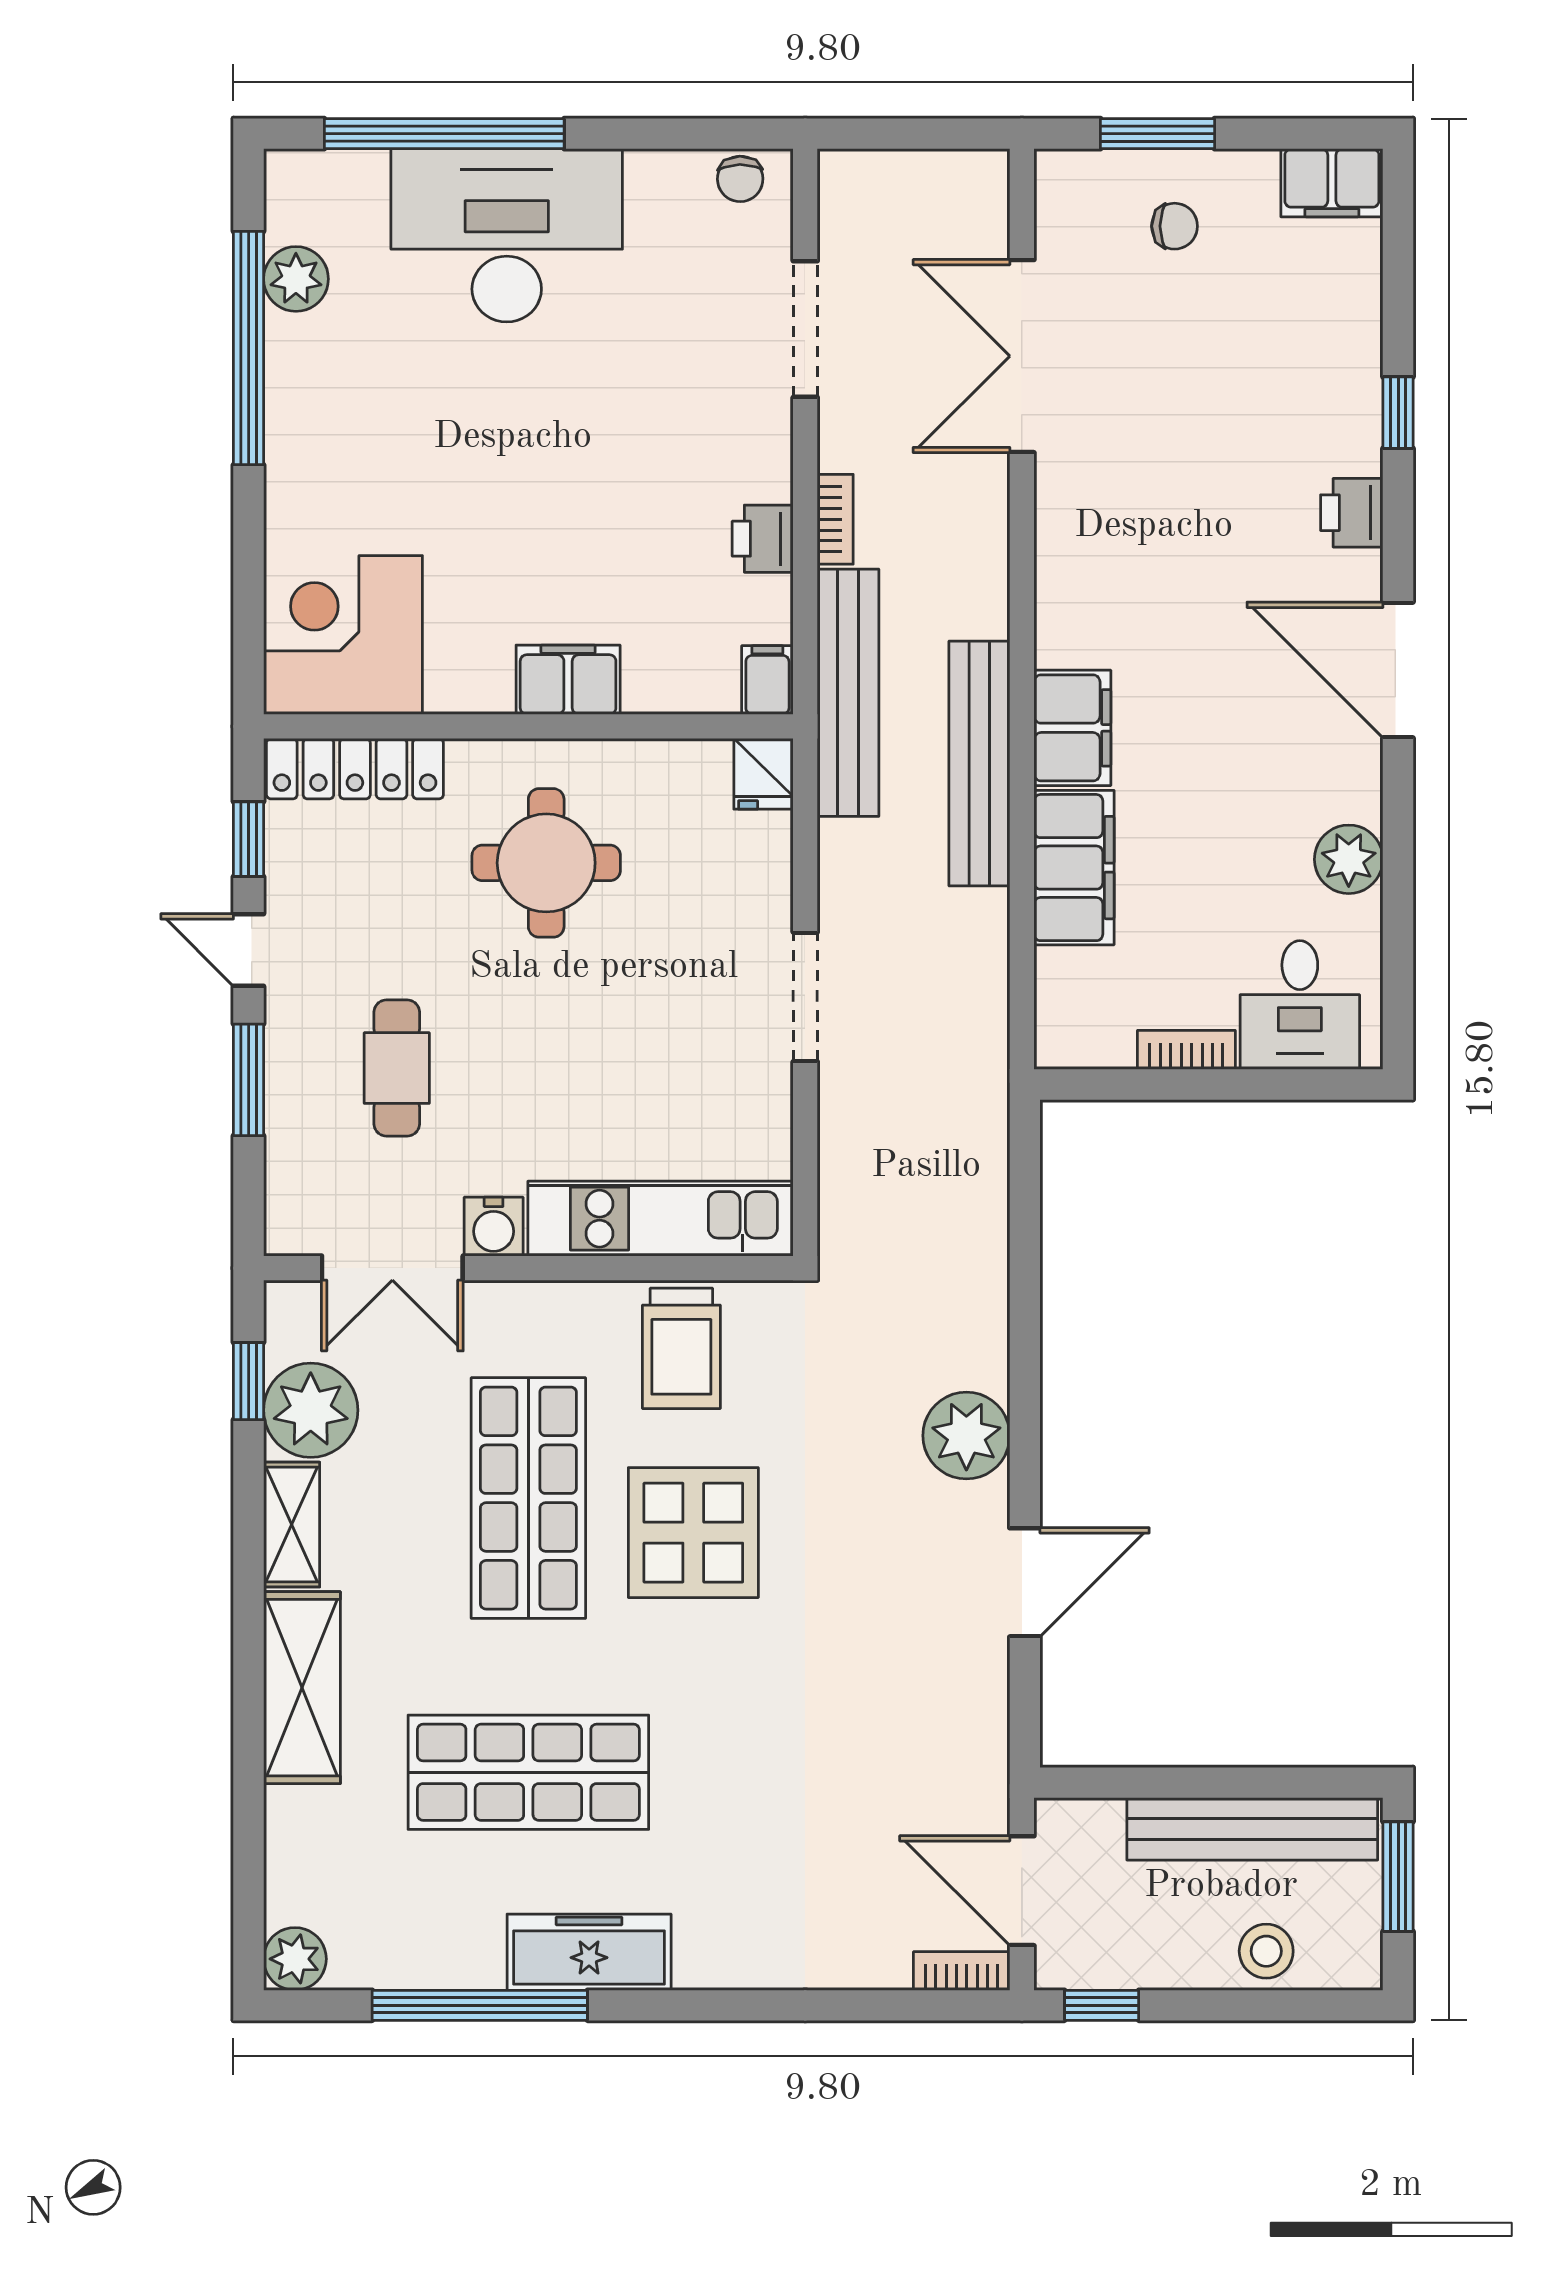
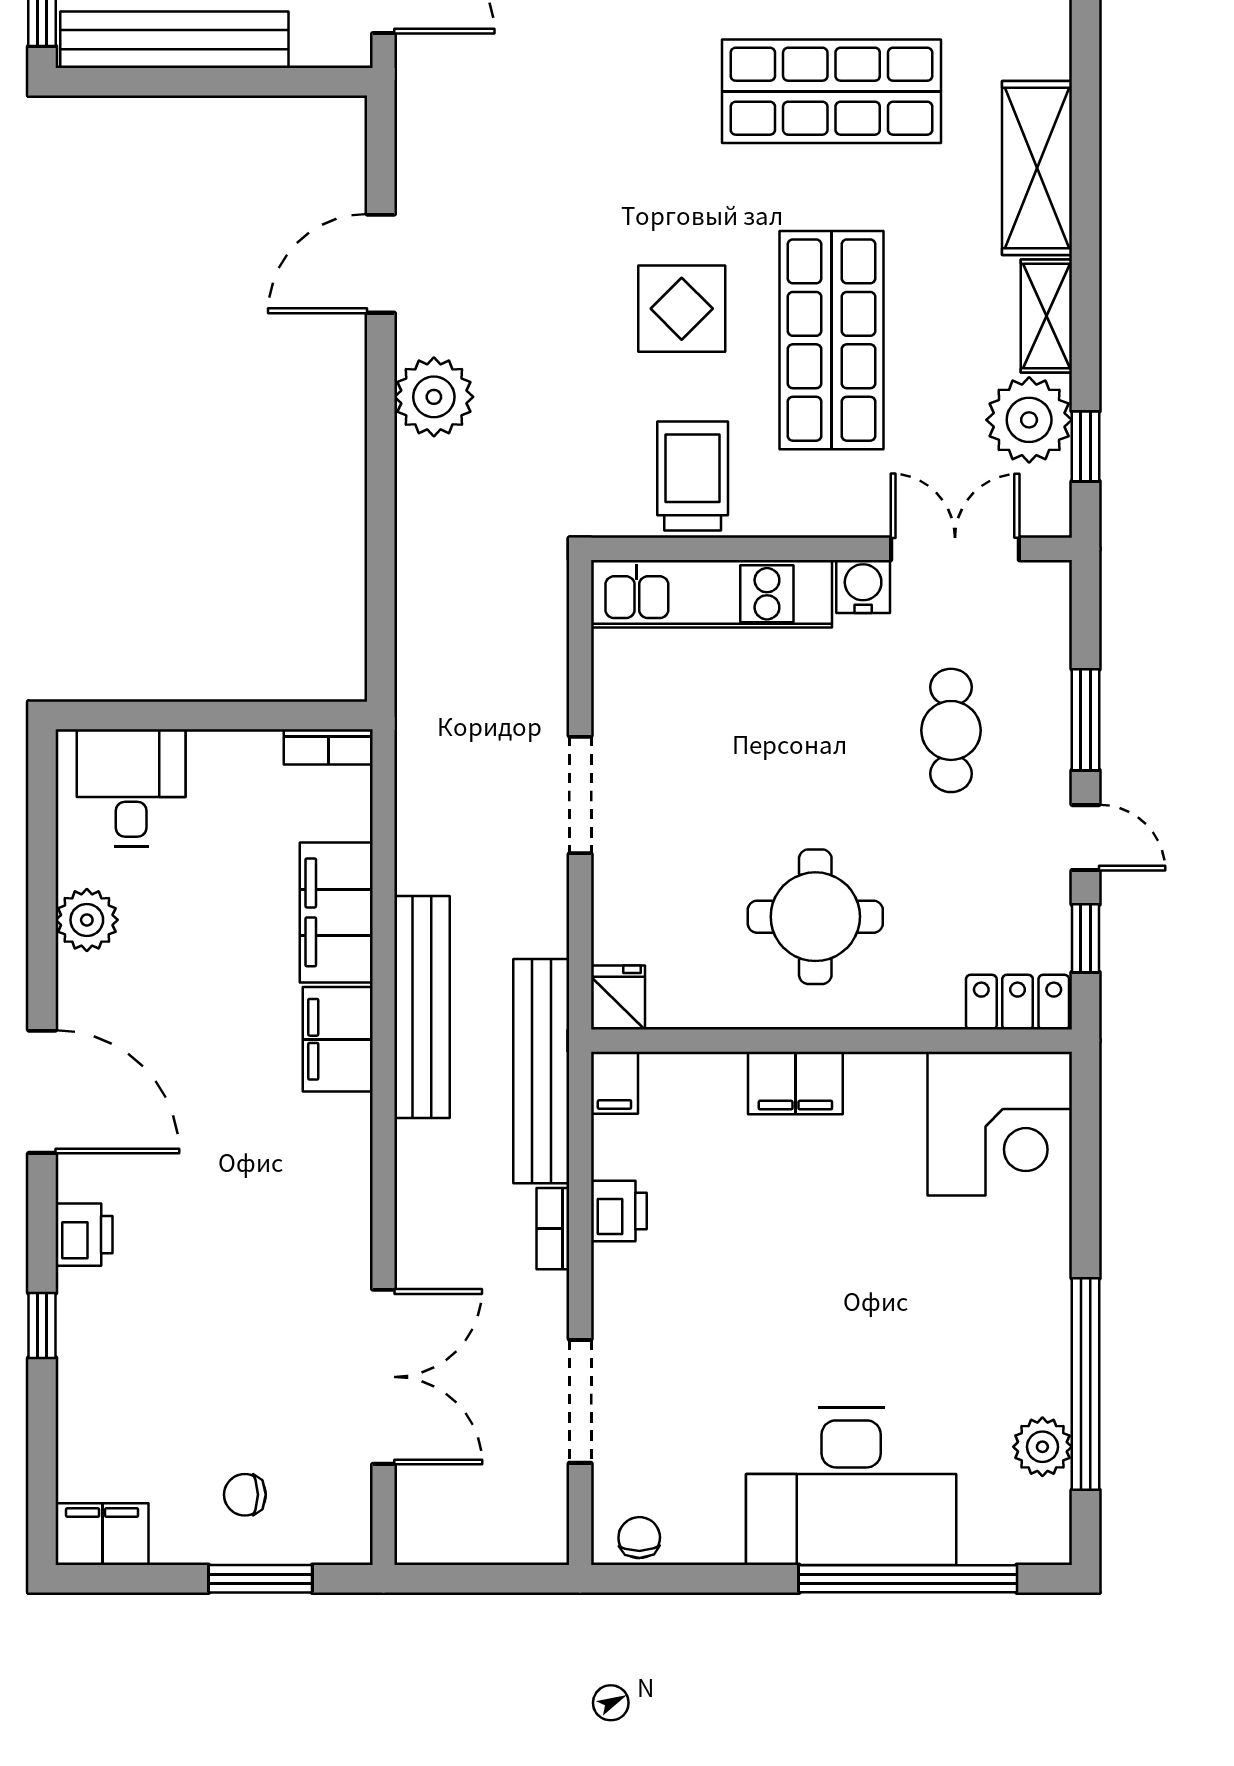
locker: (355, 769) -> (1018, 1002), width x0.66
bookcase: (1186, 1050) -> (328, 747), moved
display table: (693, 1533) -> (682, 309), width x0.73, depth x0.73

